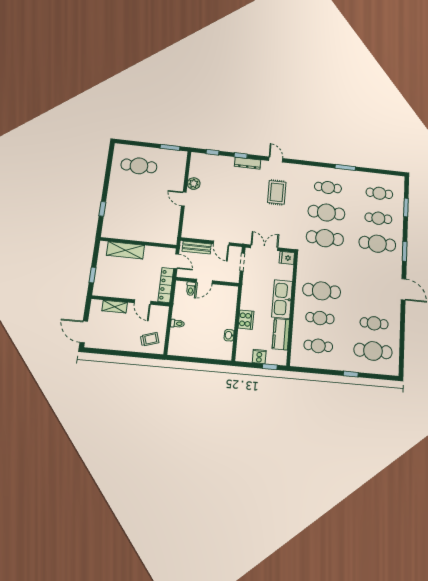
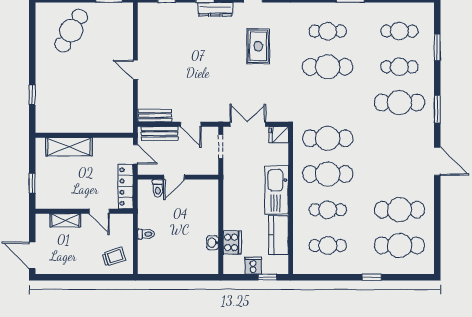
cafe table: (139, 166) -> (71, 31), turned -59
plant: (194, 184) -> (146, 47), removed
bench: (195, 234) -> (155, 116), added
cafe table: (325, 238) -> (328, 138), moved
cooker: (246, 320) -> (232, 242), moved
cafe table: (374, 323) -> (399, 210), width x1.37, depth x1.35

